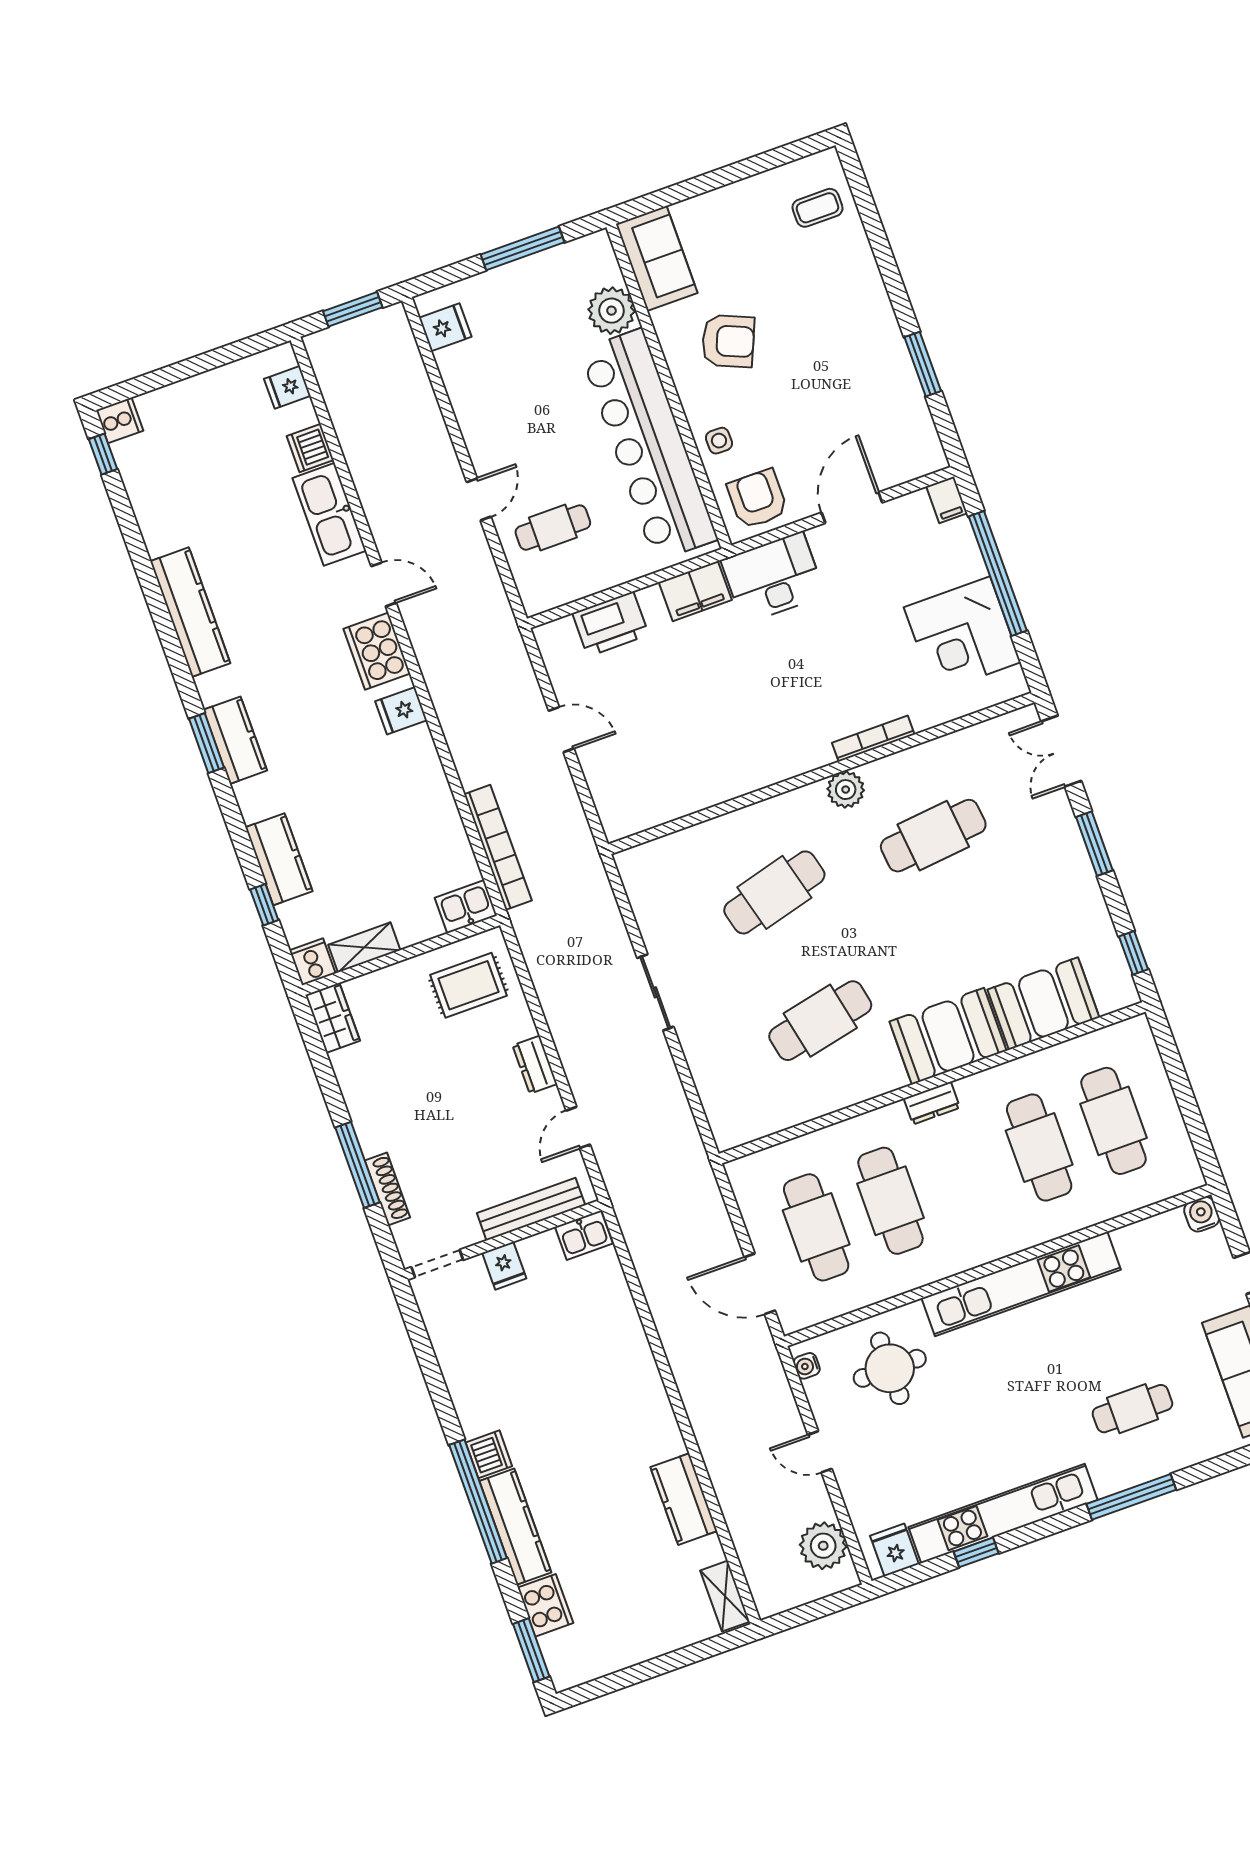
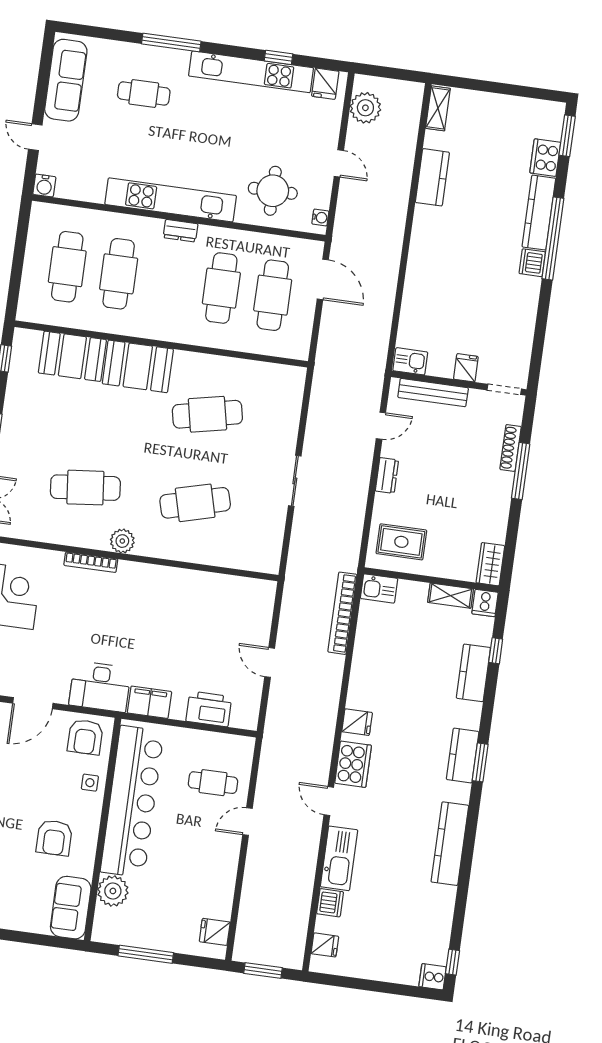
armchair: (728, 341) -> (54, 838), turned -113
dresser: (932, 1103) -> (181, 231), moved, turned 180

